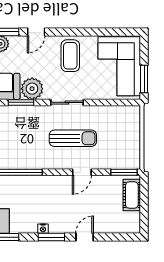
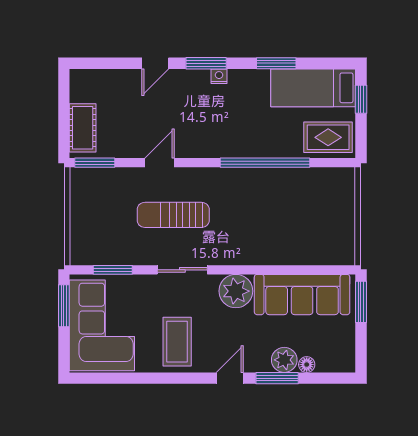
window: (21, 102) -> (113, 270), moved

